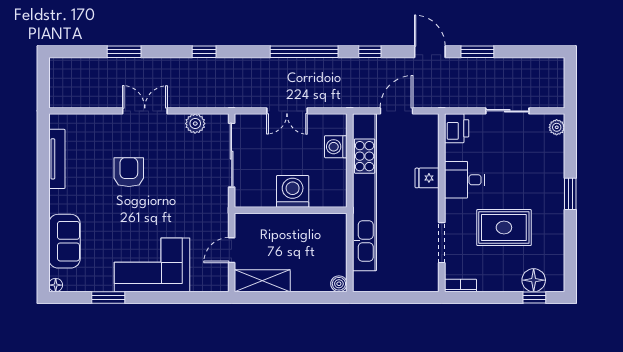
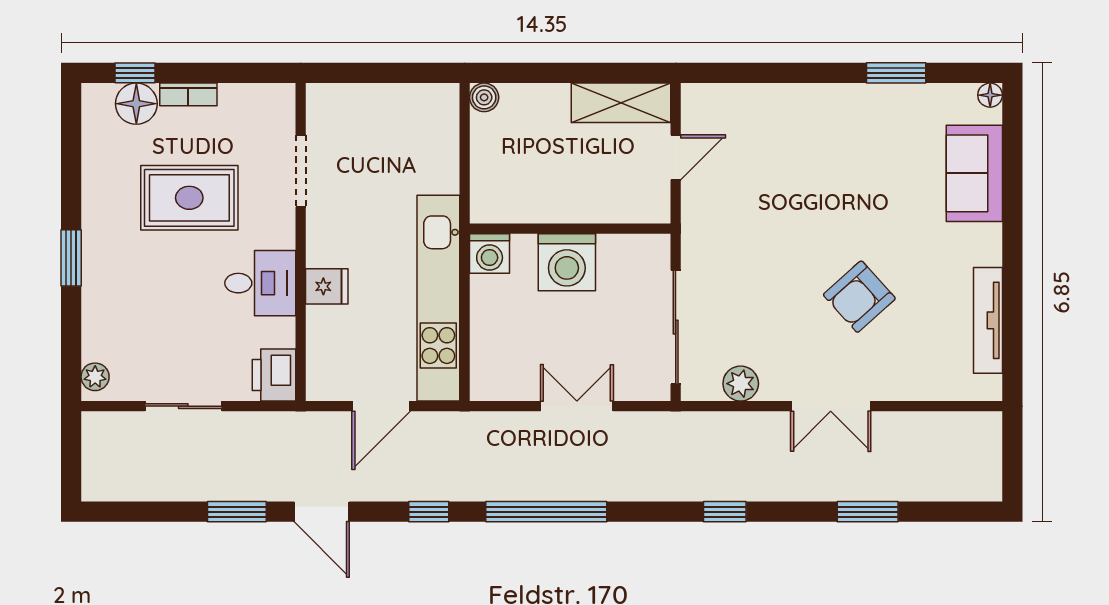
washing machine: (336, 147) -> (490, 254), moved, turned 90
armchair: (129, 172) -> (859, 297), turned 48
kitchen unit: (365, 192) -> (438, 298), width x0.73
corner sofa: (152, 265) -> (818, 131), removed
bookcase: (460, 285) -> (188, 94), moved

